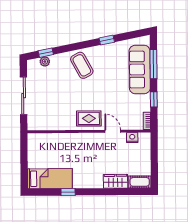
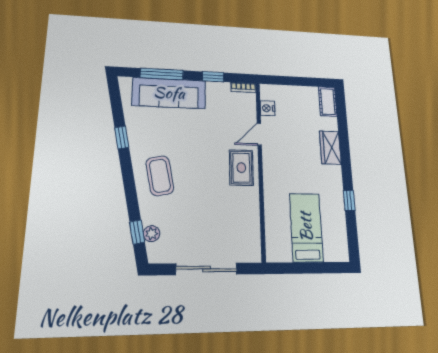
coffee table: (82, 65) -> (160, 176), turned -72
bed: (50, 179) -> (306, 227), moved
wardrobe: (116, 181) -> (330, 148), moved

